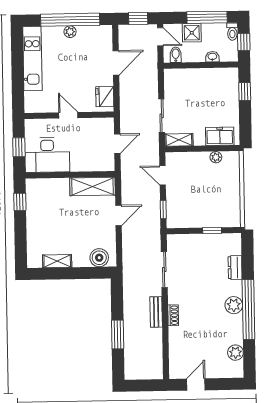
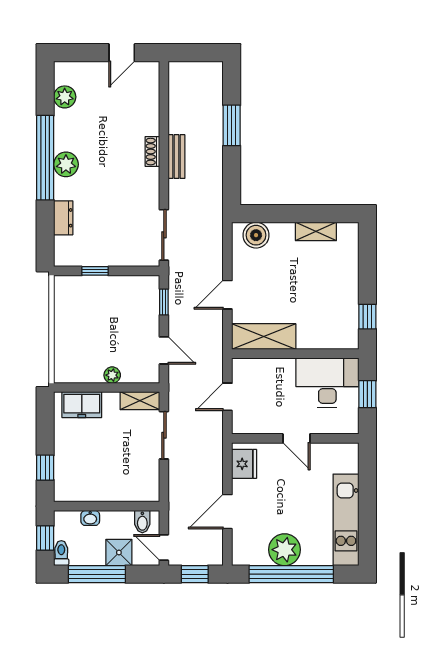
plant: (70, 32) -> (285, 550), width x1.87, depth x1.87
plant: (216, 157) -> (112, 375), moved
sliding door: (164, 270) -> (164, 235), moved

